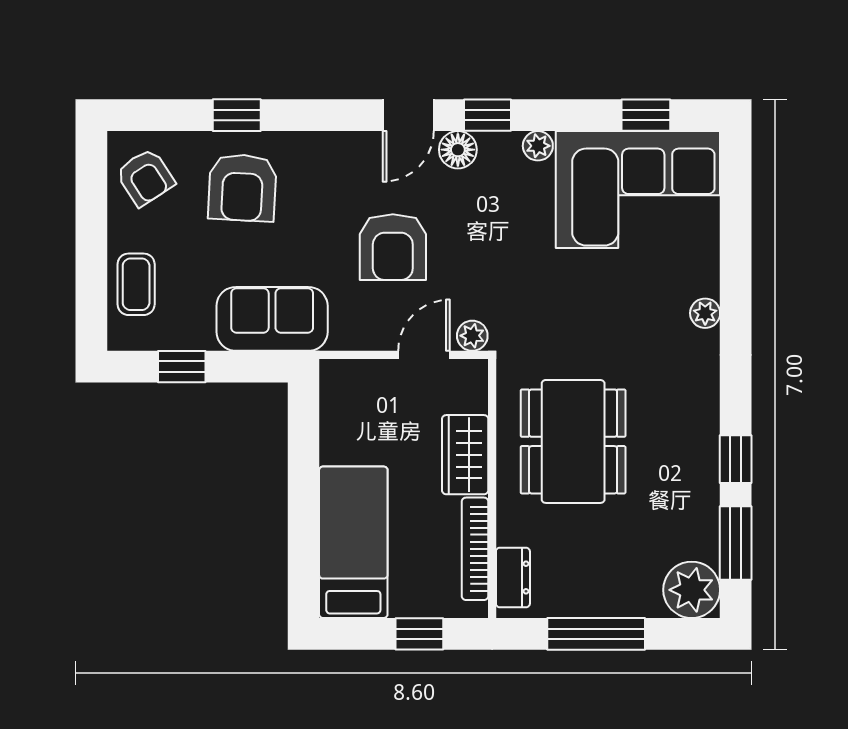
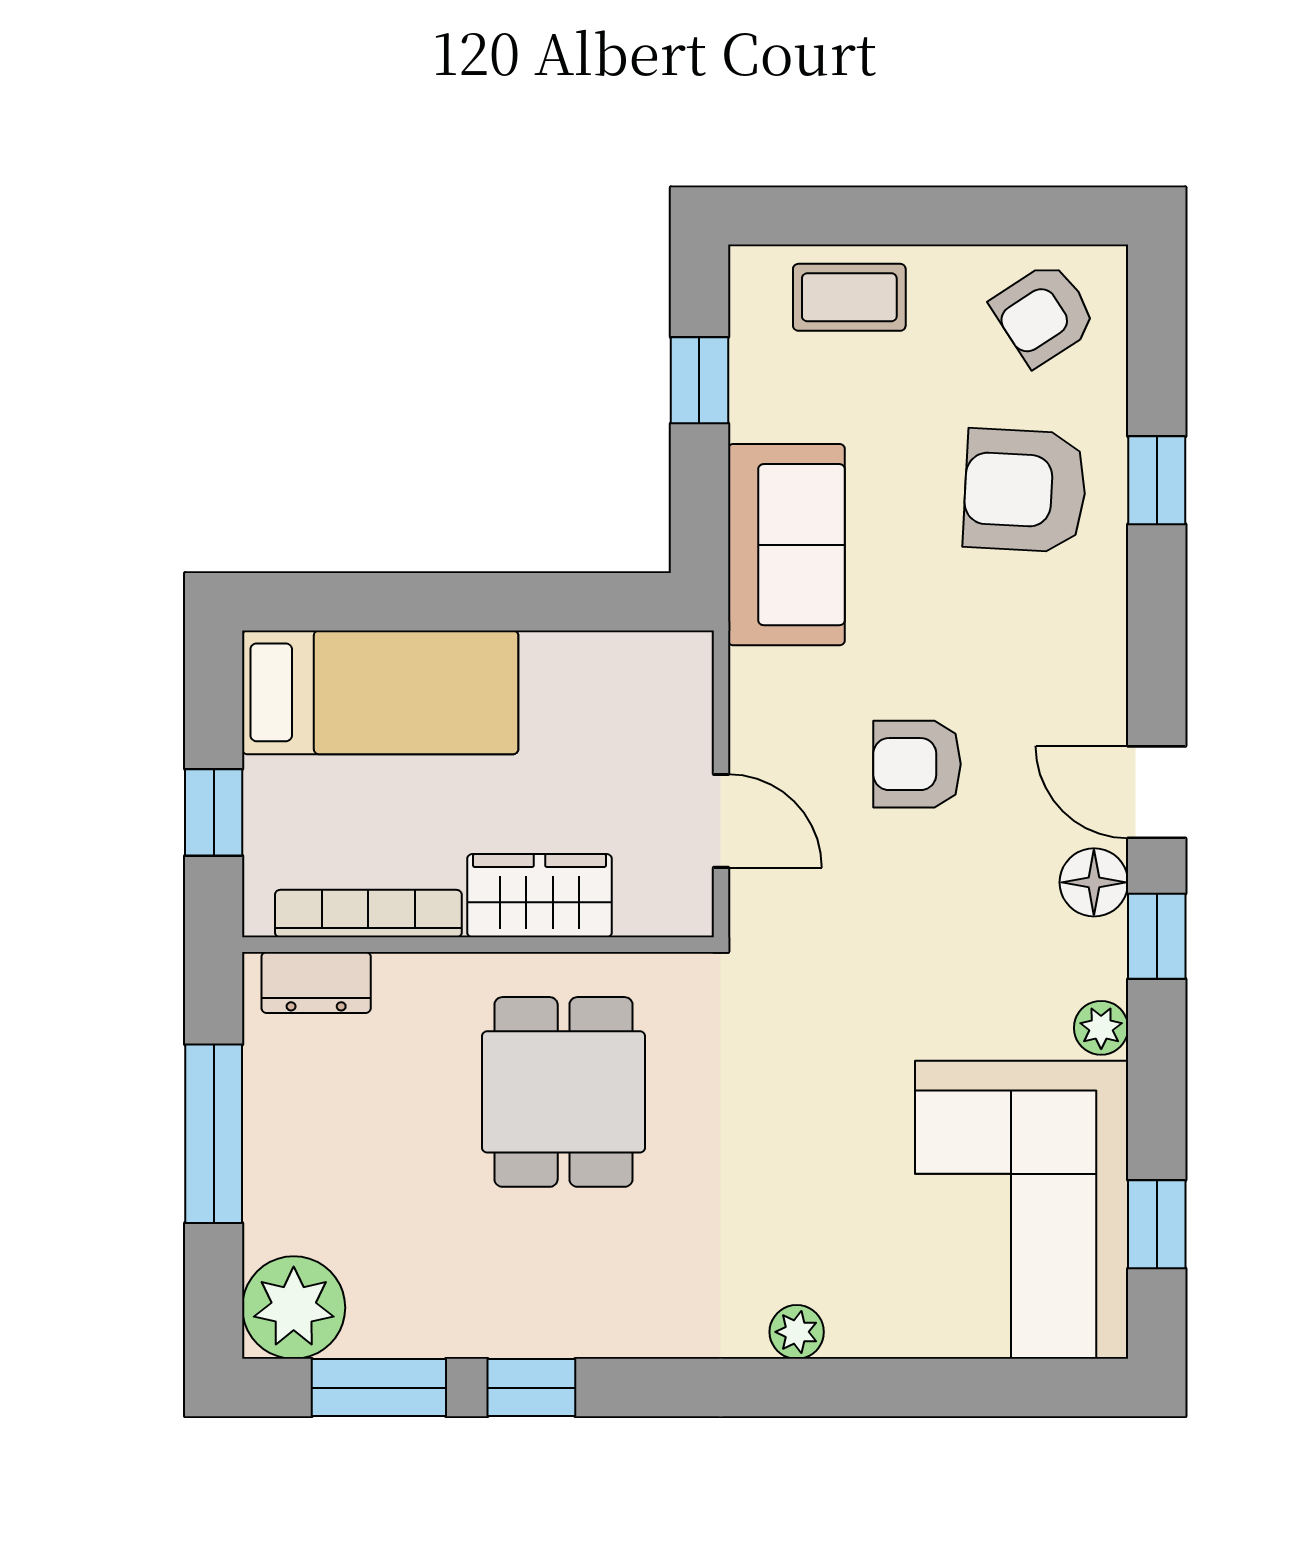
armchair: (393, 247) -> (917, 764), width x0.72, depth x0.72
plant: (472, 336) -> (756, 909), removed
dining table: (573, 441) -> (564, 1092), width x0.73

